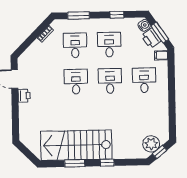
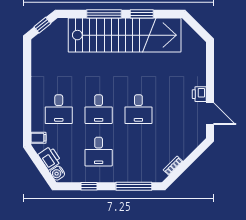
window: (78, 15) -> (134, 186), width x1.44
window: (160, 33) -> (39, 164), removed
desk: (75, 45) -> (138, 152), removed
plant: (151, 144) -> (52, 35), removed
stairs: (76, 145) -> (125, 35), width x1.36
window: (107, 163) -> (104, 14), width x2.17

